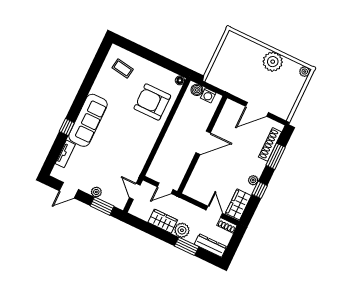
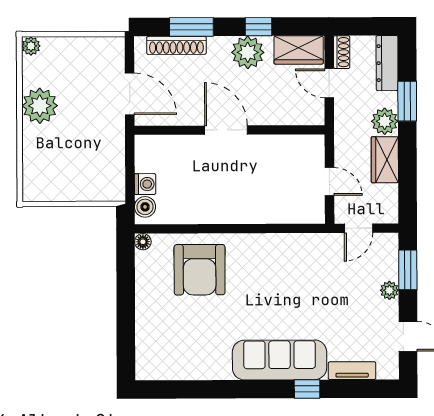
coffee table: (123, 68) -> (168, 344), removed
door: (203, 143) -> (226, 130), moved
wall: (202, 145) -> (230, 130), moved
plant: (253, 180) -> (248, 52), width x1.88, depth x1.88
door: (214, 212) -> (329, 83), hinge flipped

